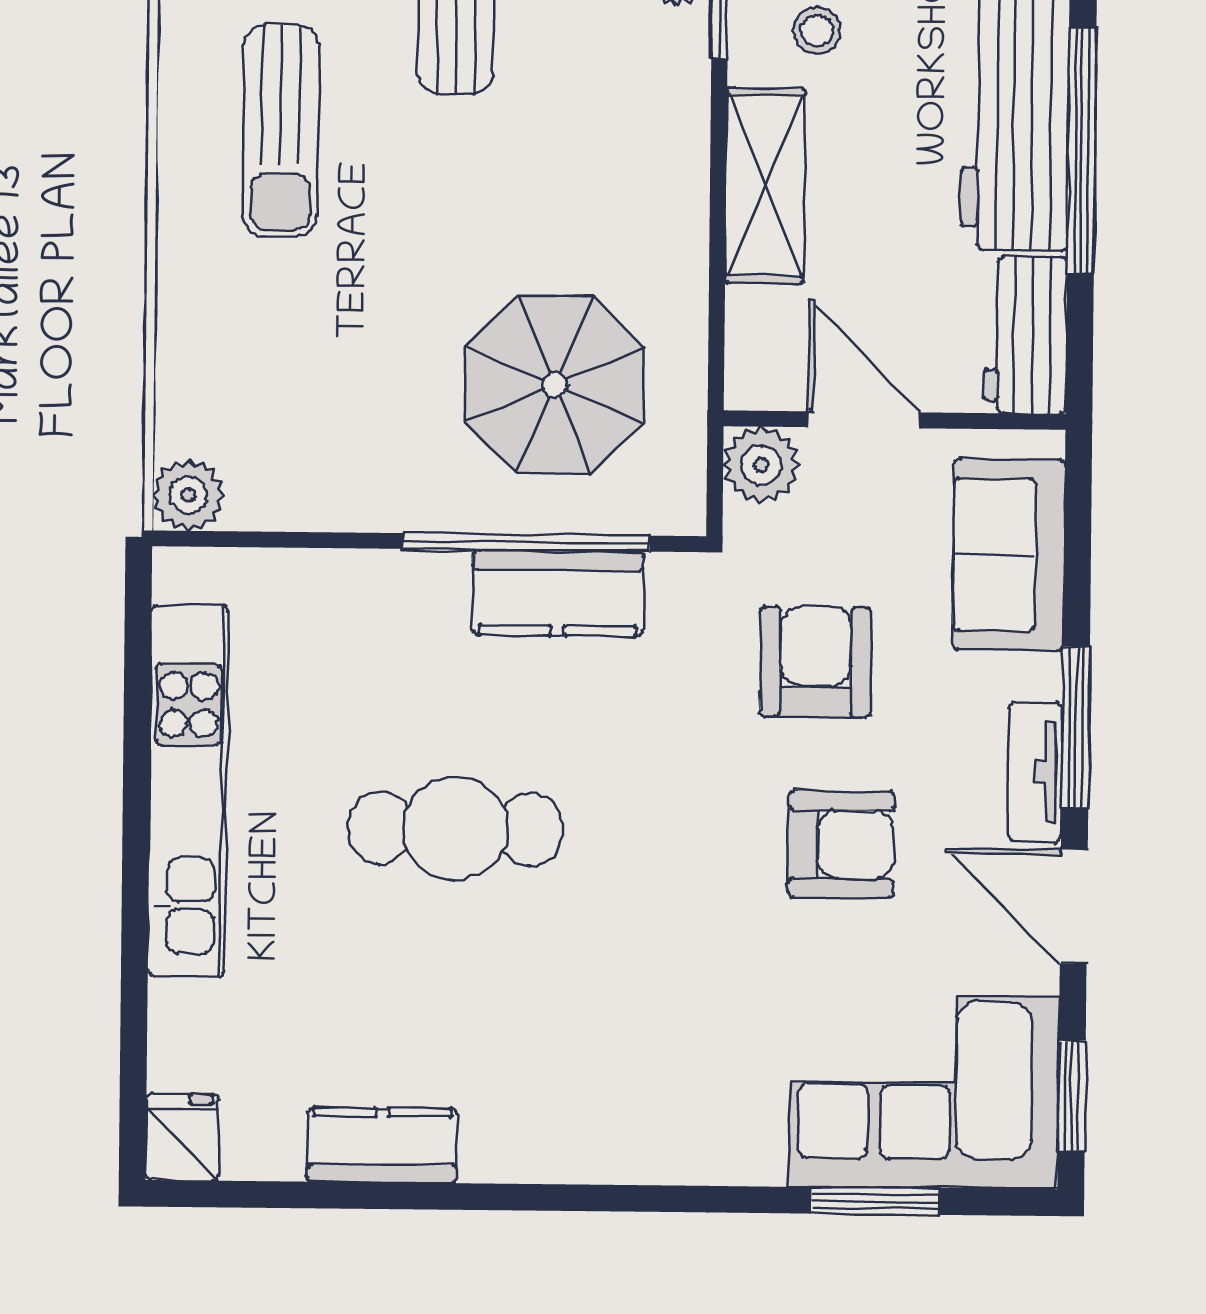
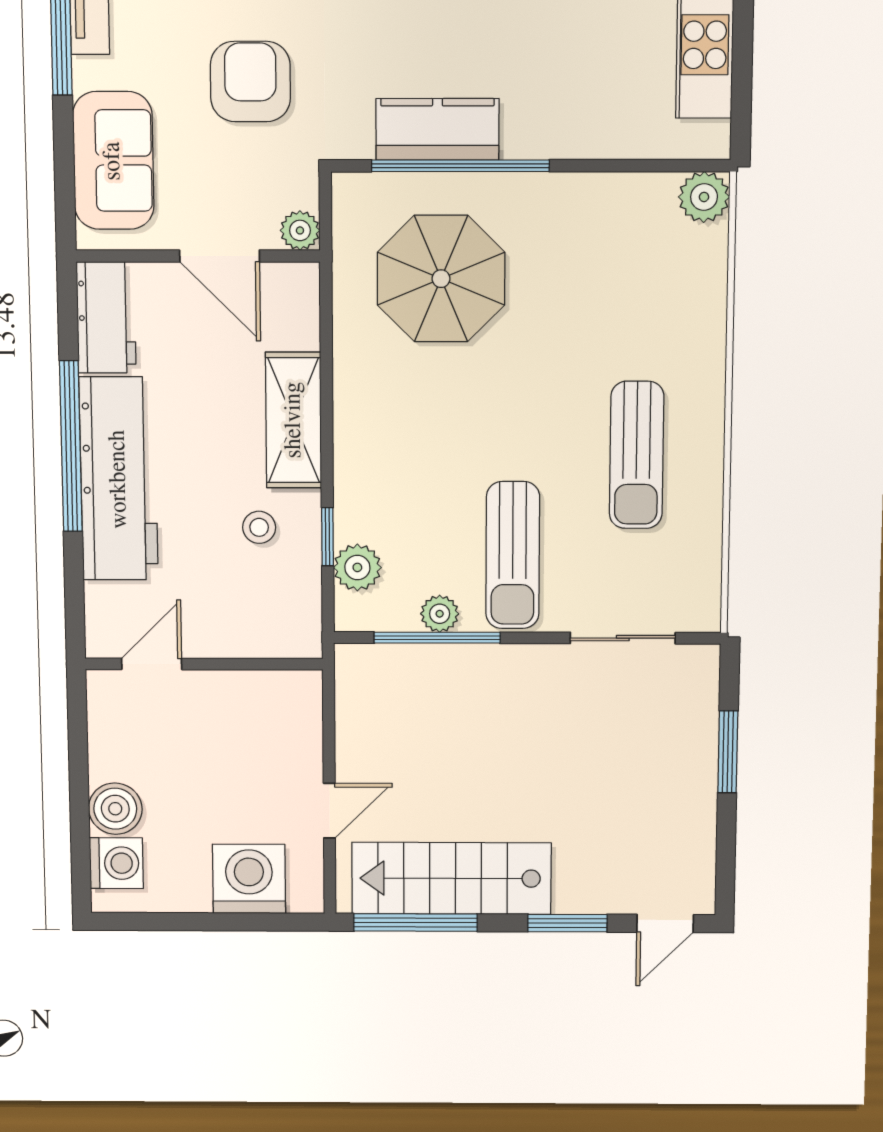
sun lounger: (281, 131) -> (637, 455), turned 180
plant: (761, 465) -> (300, 230), width x0.73, depth x0.73
armchair: (816, 662) -> (250, 82), turned 180

